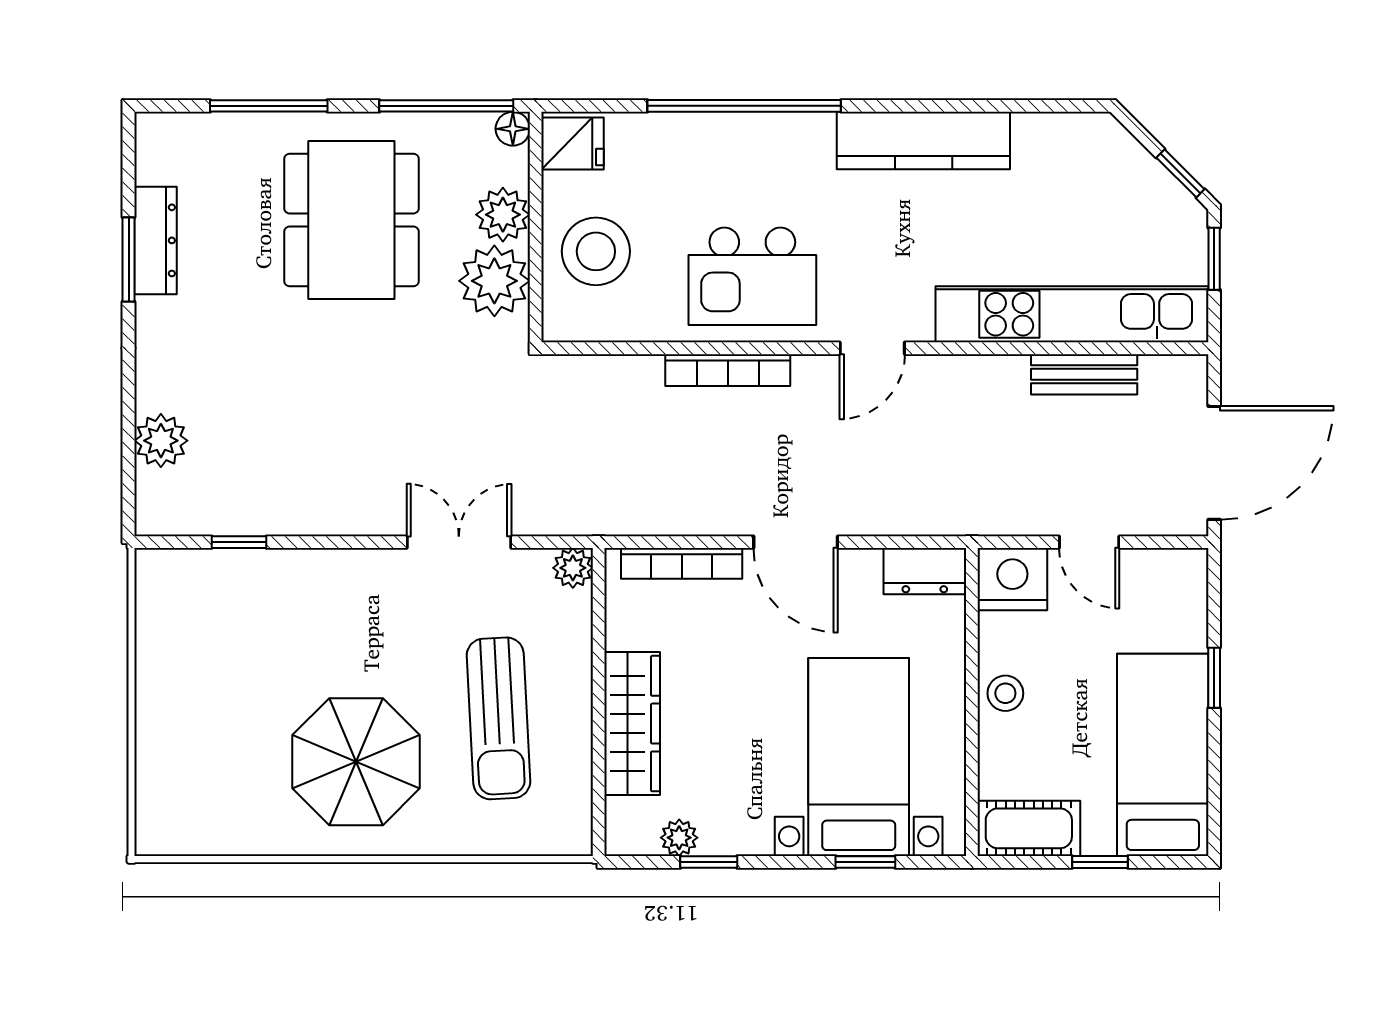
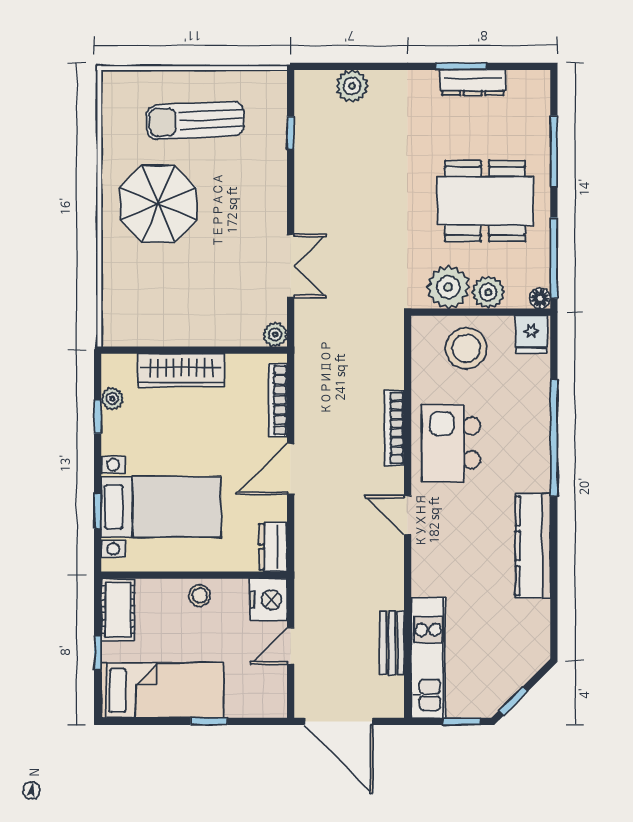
kitchen unit: (1072, 314) -> (428, 658), width x0.73
sun lounger: (499, 718) -> (195, 120), moved

